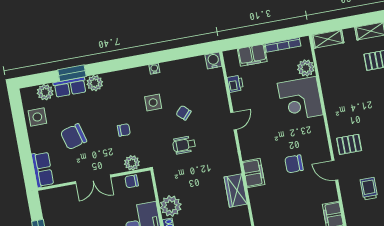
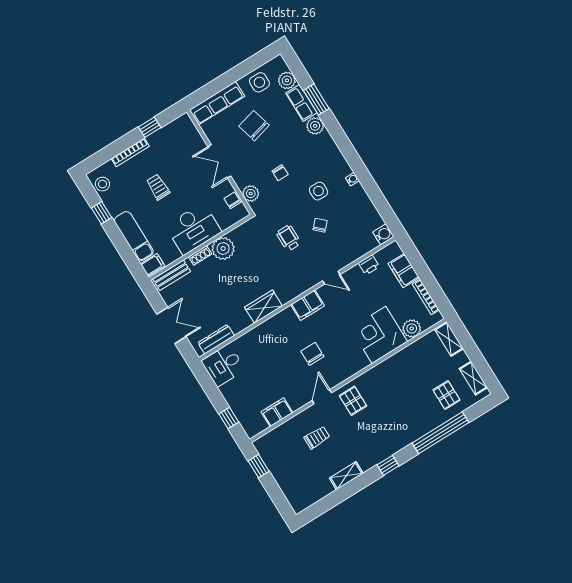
row of seats: (43, 169) -> (217, 103), width x1.48
filing cabinet: (254, 173) -> (308, 305), moved

